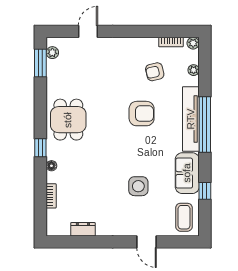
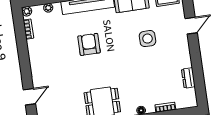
door: (88, 31) -> (29, 97), swing flipped
armchair: (155, 72) -> (54, 39), removed

